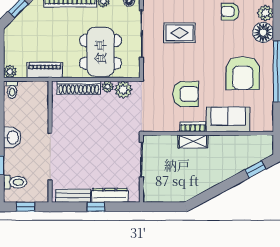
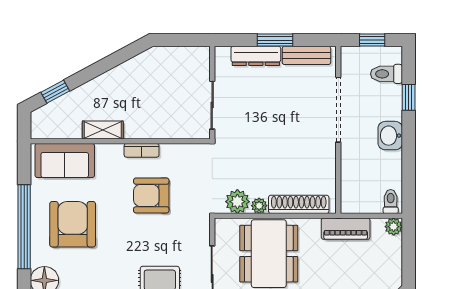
sofa: (228, 119) -> (65, 161), moved
shelving: (193, 141) -> (103, 130), moved
window: (96, 207) -> (275, 40), width x1.50

